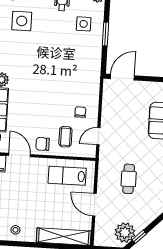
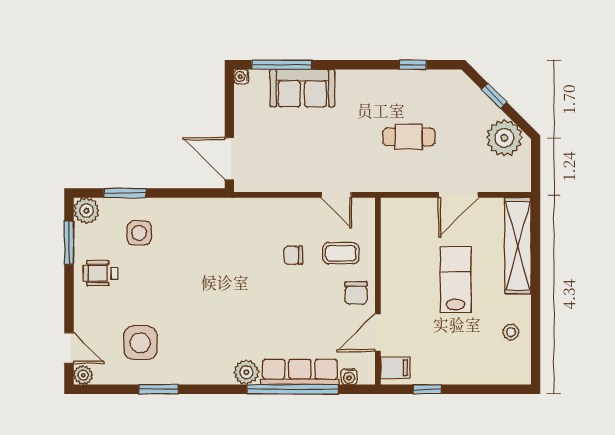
window: (106, 34) -> (125, 193), moved
chair: (80, 112) -> (293, 255), moved
lab bench: (67, 176) -> (456, 280), moved, turned 180
window: (139, 237) -> (494, 96), moved

